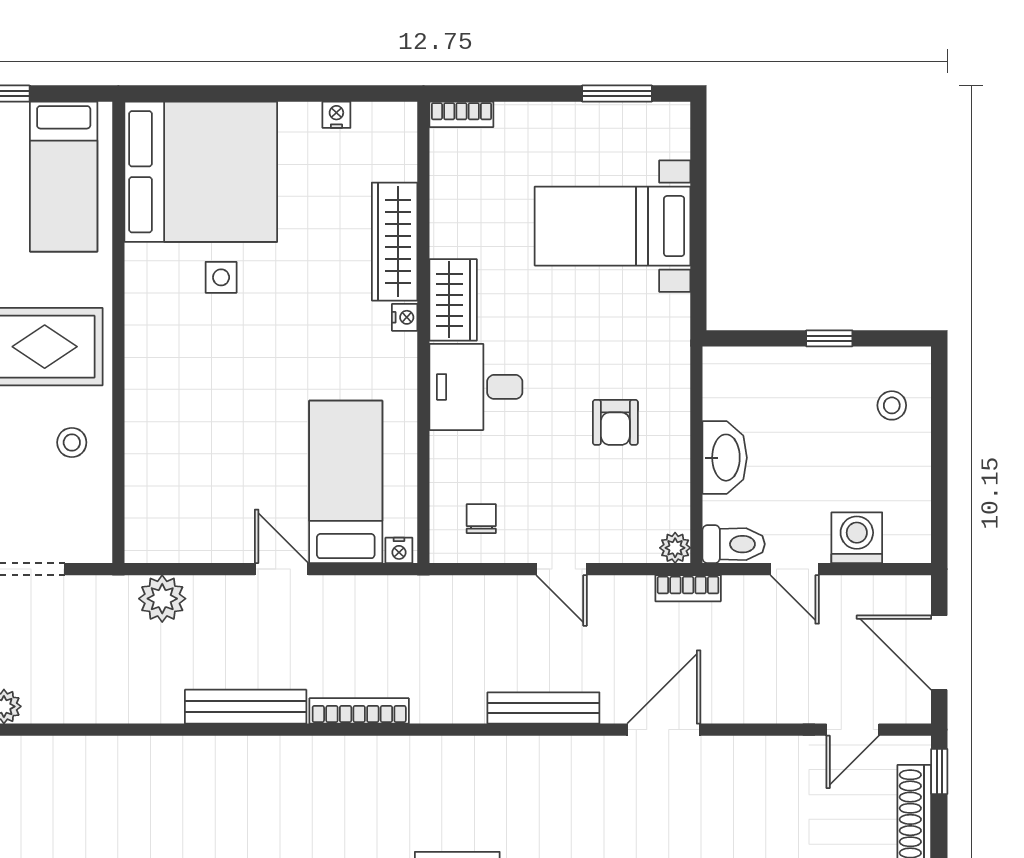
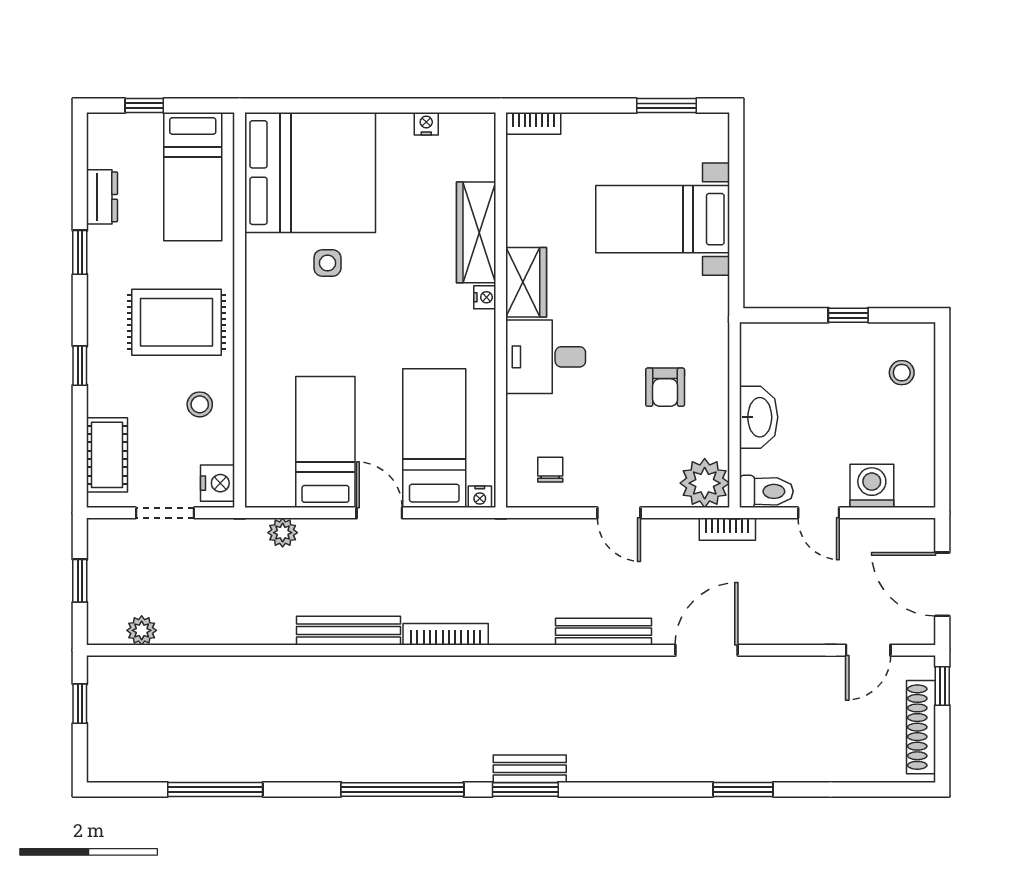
bed: (219, 487) -> (325, 442), added
nightstand: (93, 534) -> (218, 483), added
plant: (675, 548) -> (705, 483), width x1.88, depth x1.88
plant: (162, 599) -> (283, 533), width x0.73, depth x0.73

